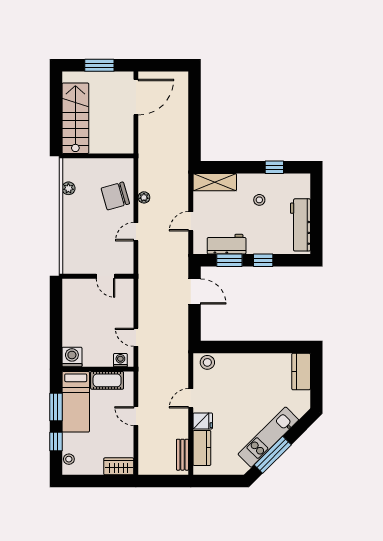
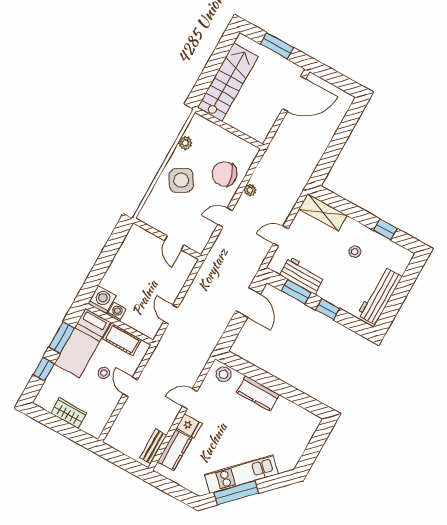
side table: (82, 221) -> (181, 180), added
washing machine: (120, 360) -> (117, 312), moved
kitchen counter: (301, 372) -> (258, 393), moved, turned -90
stool: (69, 459) -> (104, 373), moved
wardrobe: (119, 466) -> (69, 413), moved

